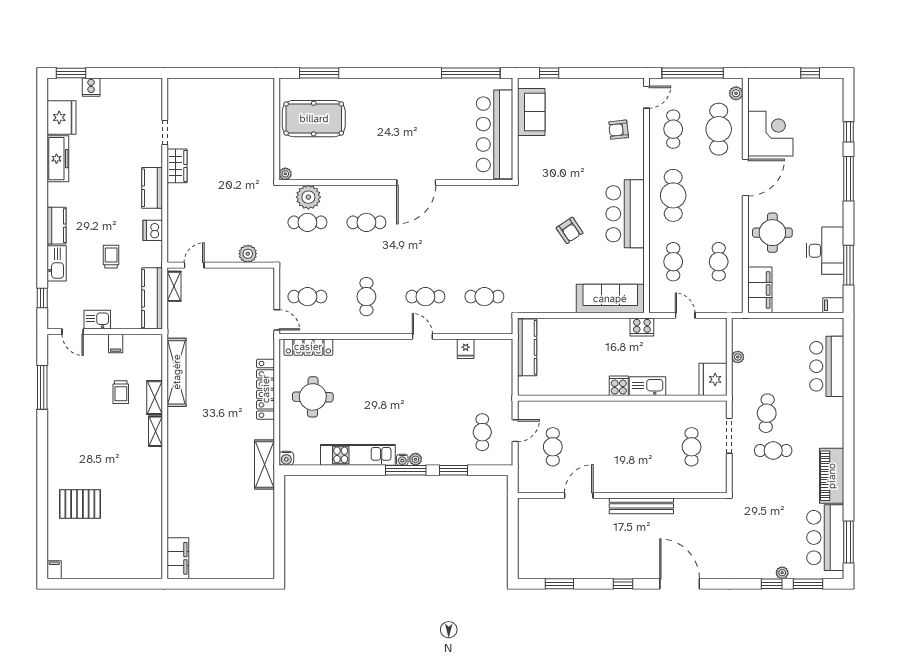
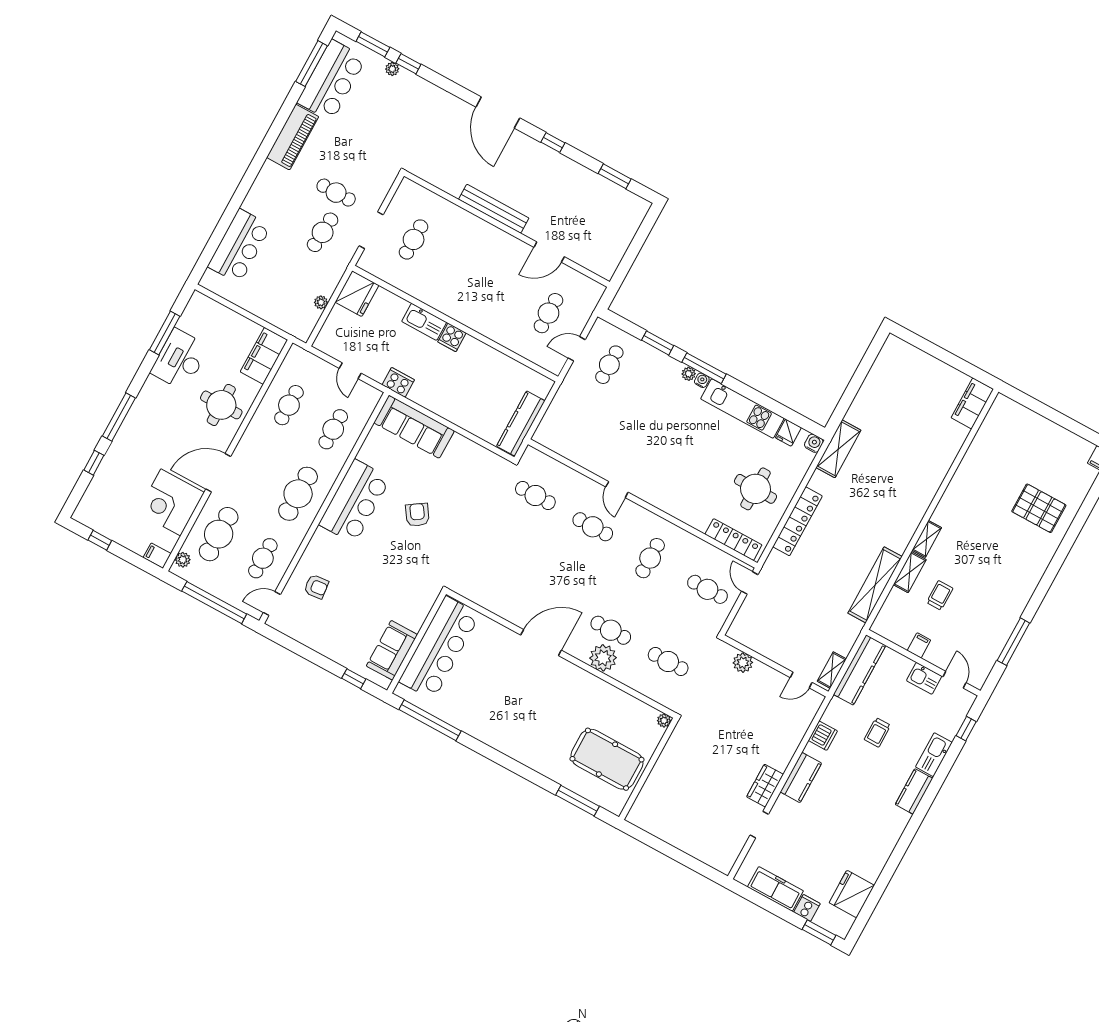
freezer: (58, 159) -> (775, 889), moved, turned 90
plant: (308, 197) -> (603, 658), moved
filing cabinet: (833, 305) -> (157, 556), moved, turned 180
fridge: (466, 349) -> (788, 433), moved, turned 180

